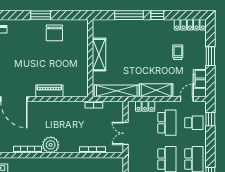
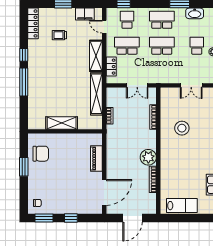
shelving: (99, 55) -> (62, 123), moved
wall: (90, 58) -> (65, 131), moved

